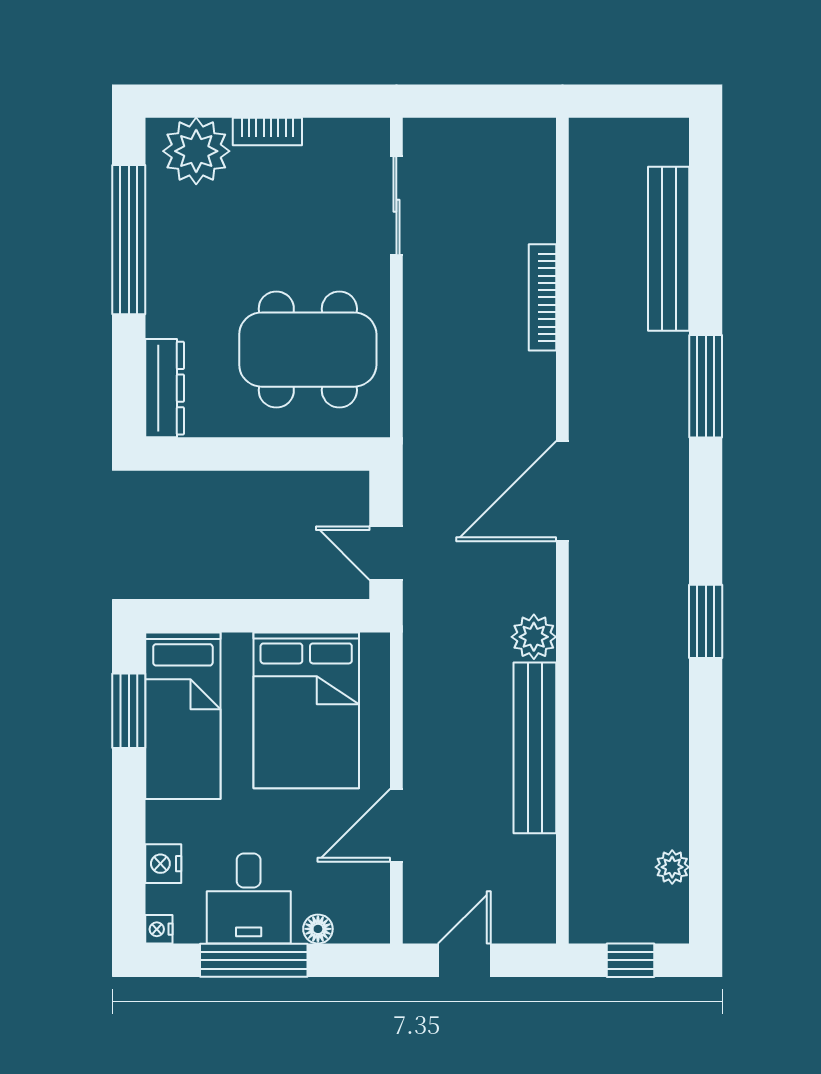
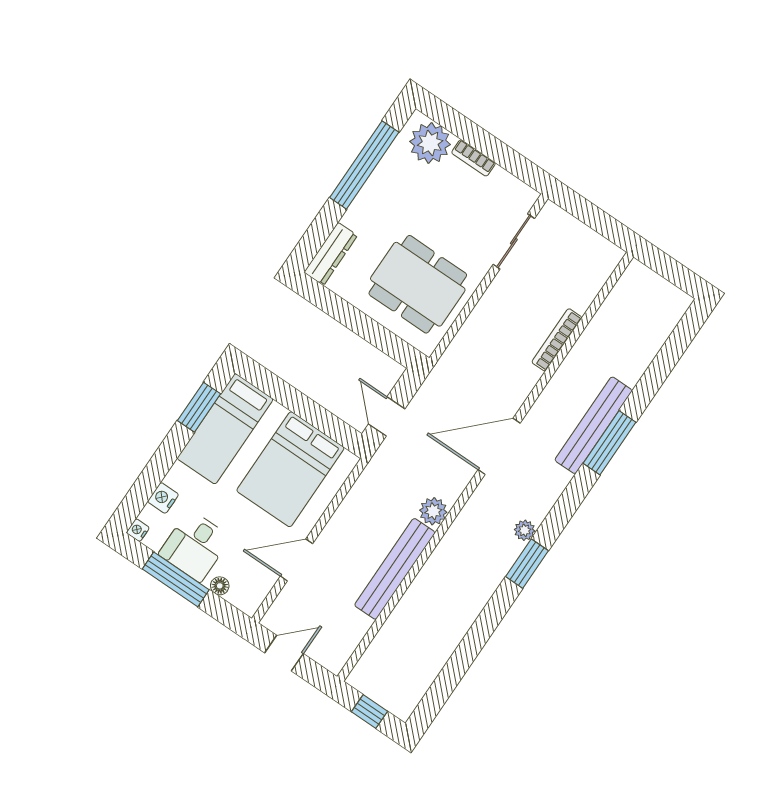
bench: (669, 249) -> (594, 425), moved
plant: (672, 867) -> (525, 530), moved

